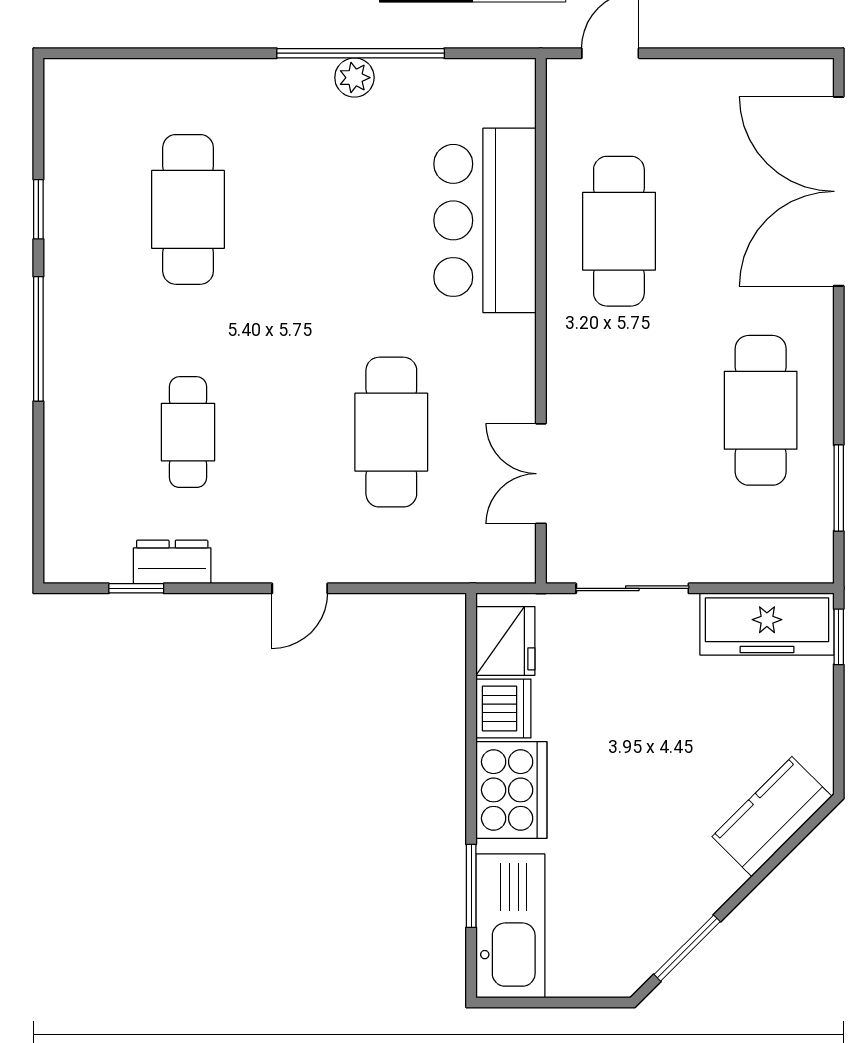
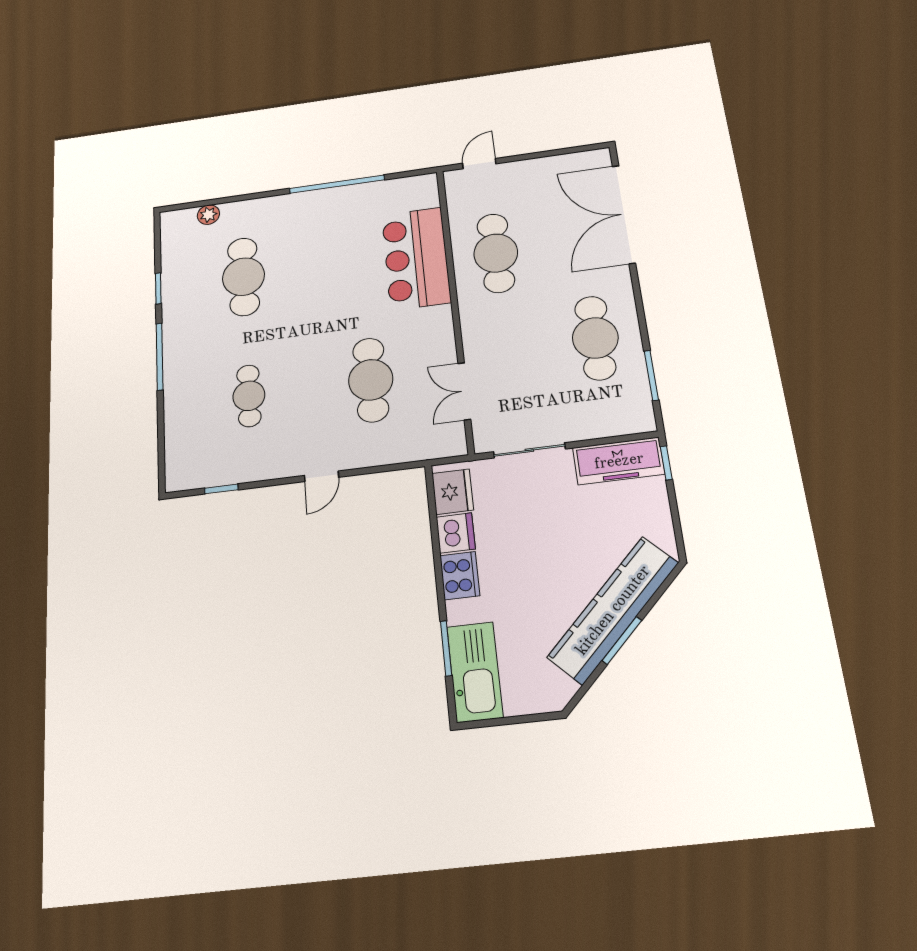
plant: (354, 78) -> (208, 215), moved
dresser: (172, 562) -> (243, 471), removed
cooker: (511, 790) -> (460, 576), width x0.73, depth x0.76
kitchen counter: (772, 817) -> (613, 610), width x2.08, depth x1.17
window: (687, 948) -> (622, 640), moved

